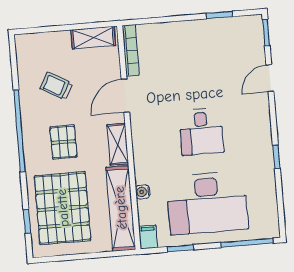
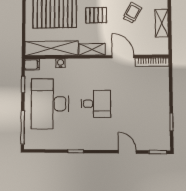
shelving: (93, 38) -> (162, 23), moved
desk: (201, 132) -> (96, 104), turned 180

